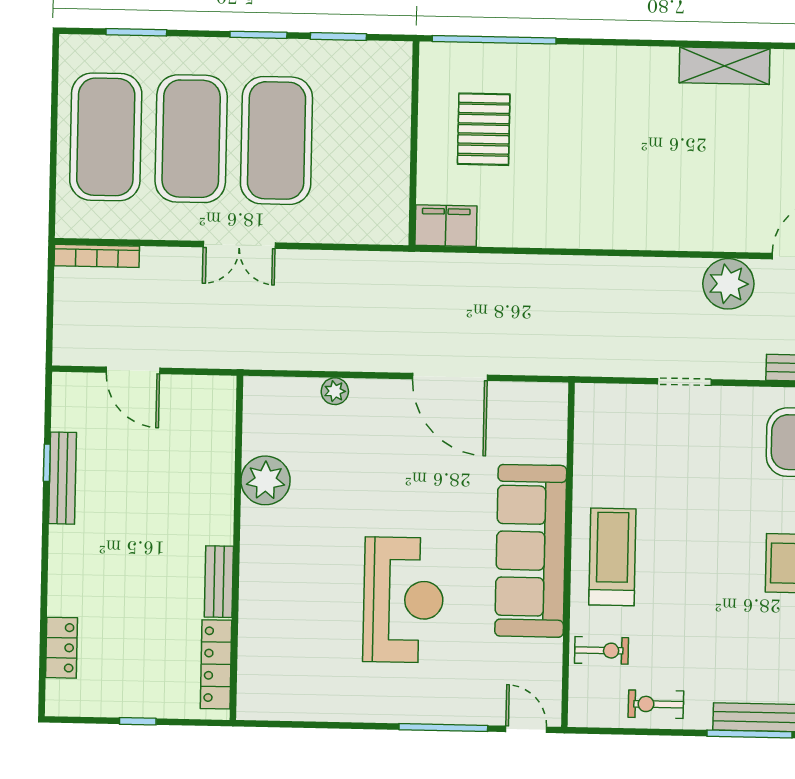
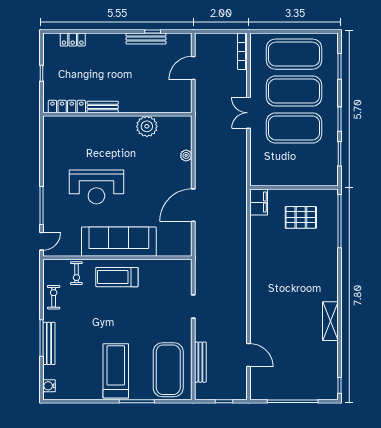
plant: (728, 284) -> (236, 325), removed
treadmill: (612, 557) -> (117, 277), turned 180

